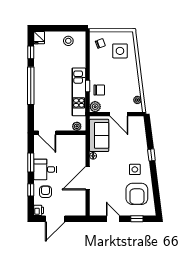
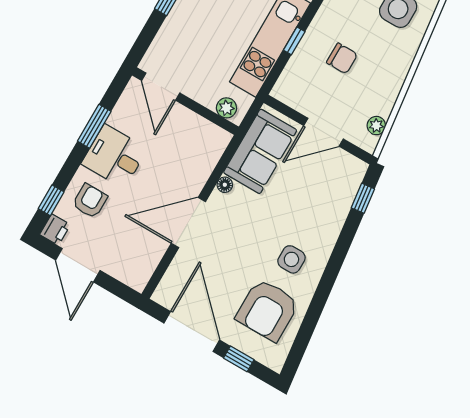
chair: (99, 90) -> (342, 58), moved
plant: (95, 107) -> (285, 90), removed
door: (119, 114) -> (324, 132), hinge flipped
window: (151, 155) -> (363, 198), moved
window: (31, 190) -> (51, 200), moved
door: (55, 219) -> (78, 265), hinge flipped
door: (113, 219) -> (192, 332), width x1.88

